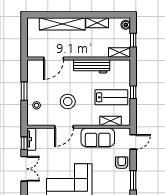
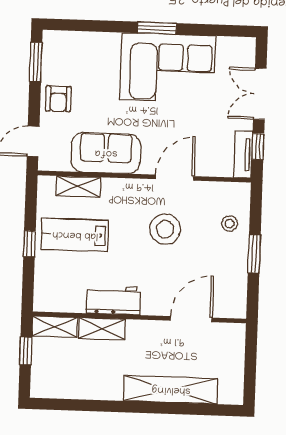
shelving: (97, 23) -> (102, 329), moved
boiler: (126, 25) -> (40, 383), removed
workbench: (92, 66) -> (113, 300), width x0.73

